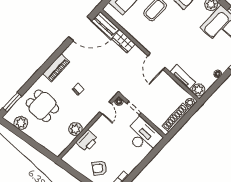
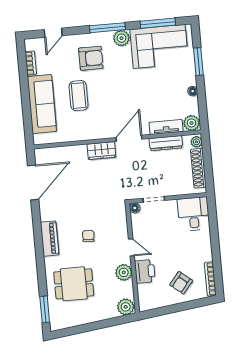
dresser: (106, 24) -> (166, 143), moved
wardrobe: (123, 41) -> (101, 151), moved
door: (157, 62) -> (129, 138), swing flipped
door: (106, 108) -> (131, 247), moved
plant: (21, 123) -> (126, 307), moved
desk: (143, 136) -> (193, 214), width x0.73

